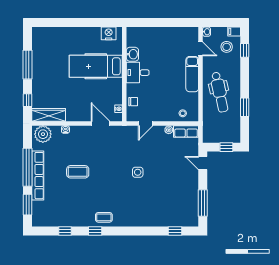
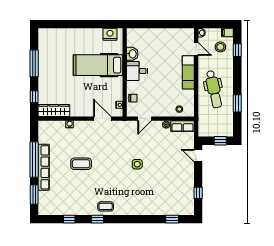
plant: (43, 134) -> (49, 129), removed
window: (203, 203) -> (198, 193), width x0.46

